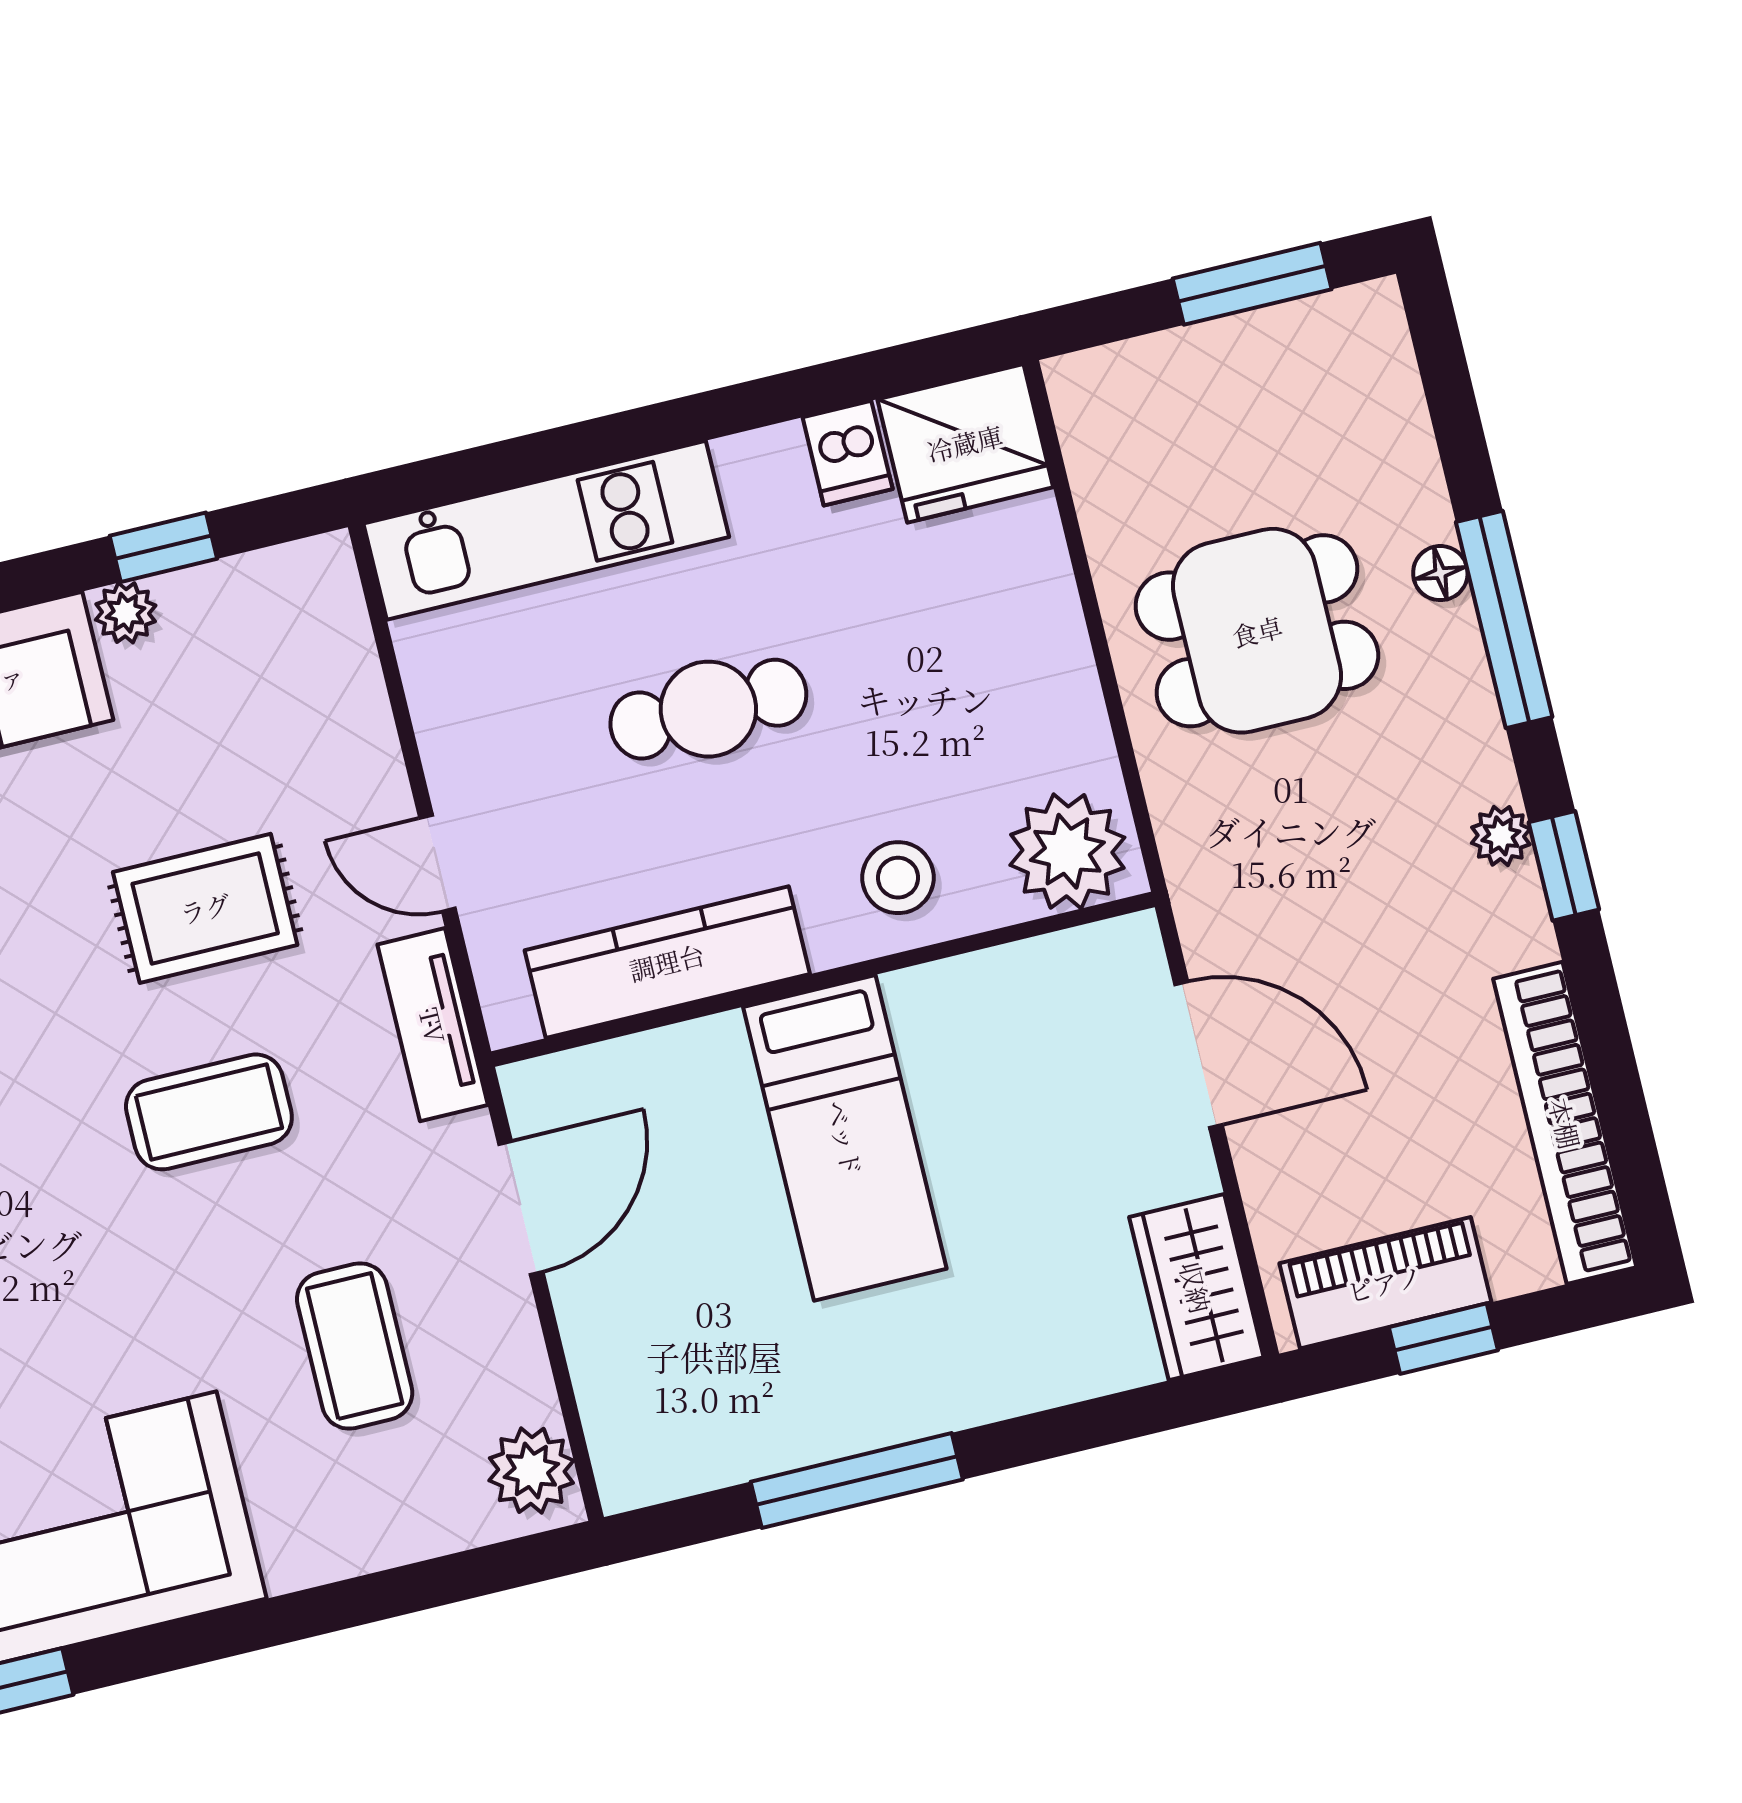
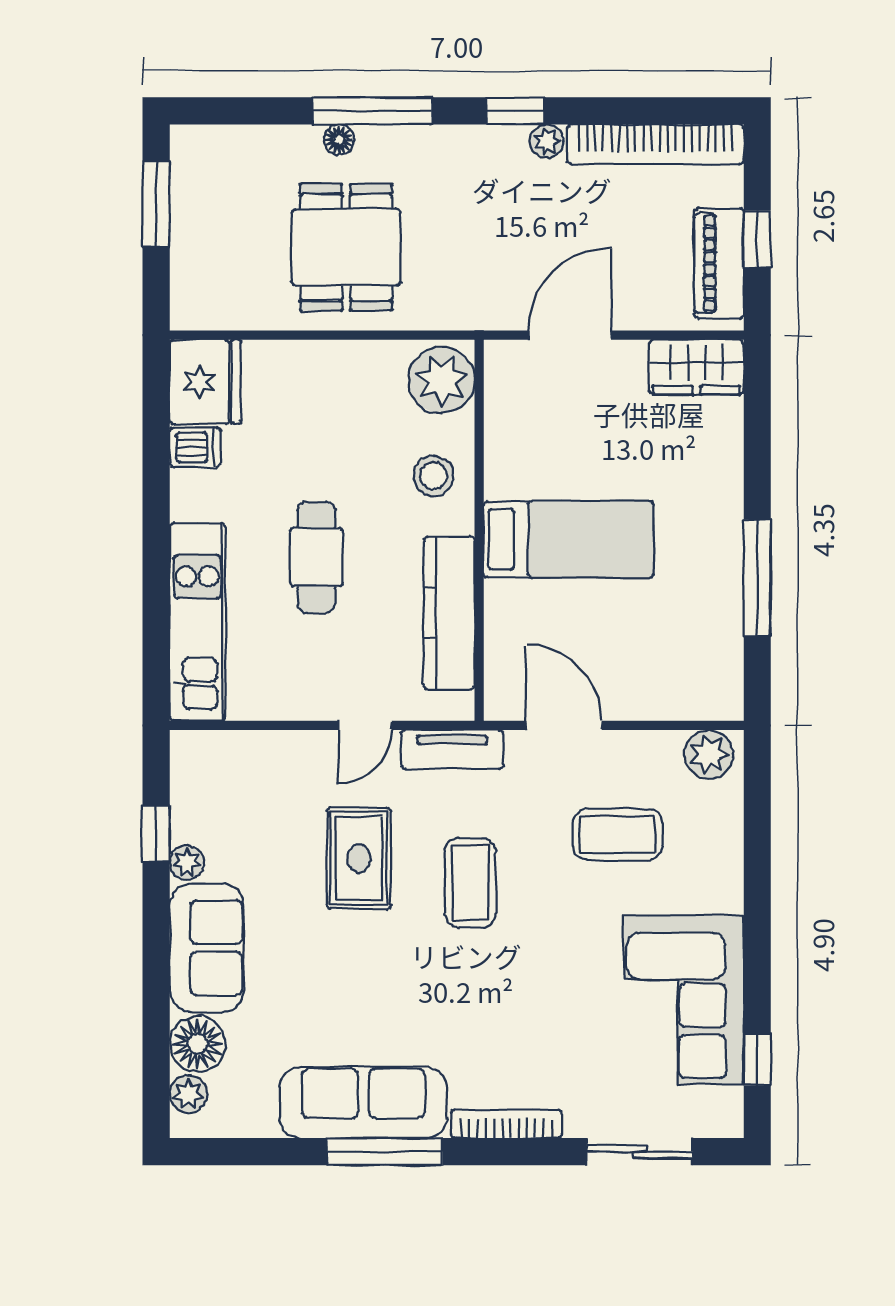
plant: (1501, 836) -> (547, 141), moved

